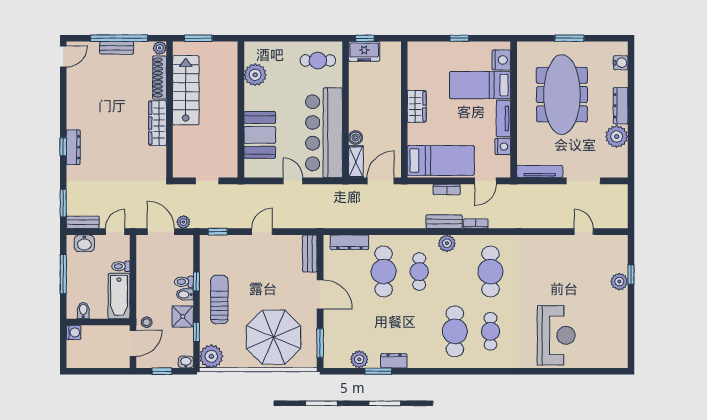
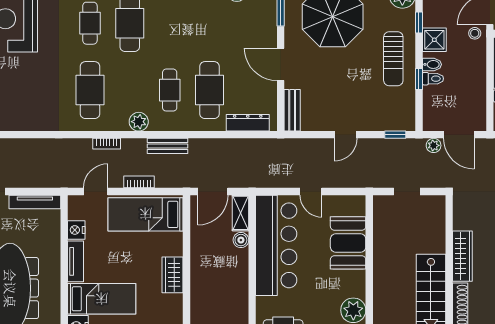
bench: (444, 222) -> (168, 146), moved

